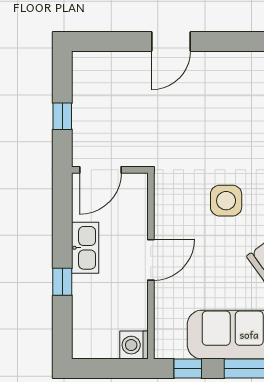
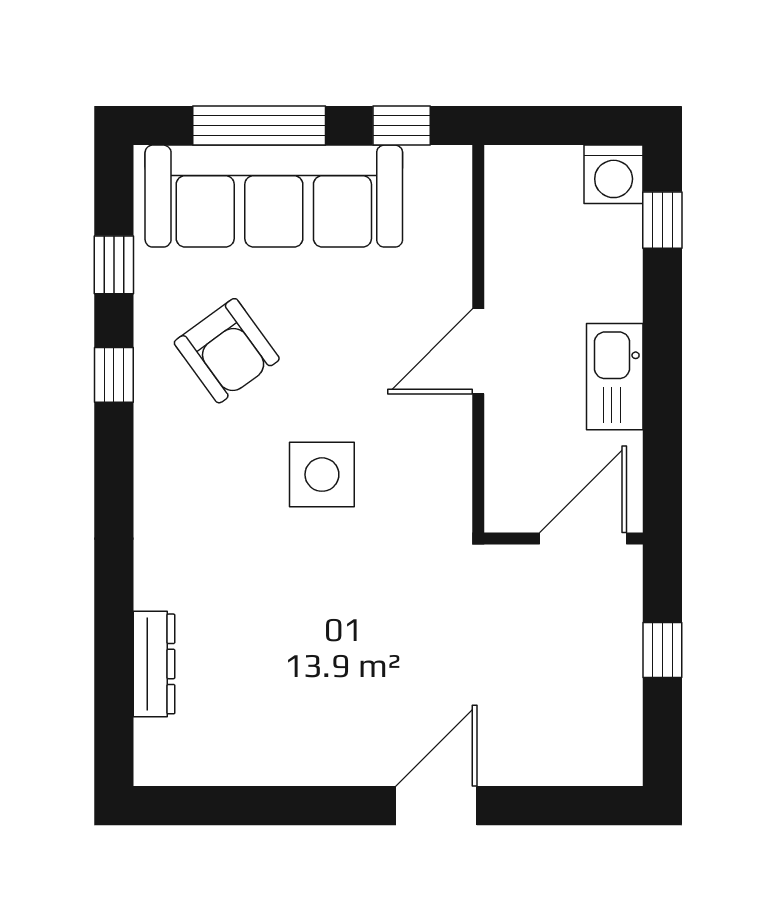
window: (62, 282) -> (662, 220), moved
washing machine: (134, 345) -> (614, 174), moved, turned 90

